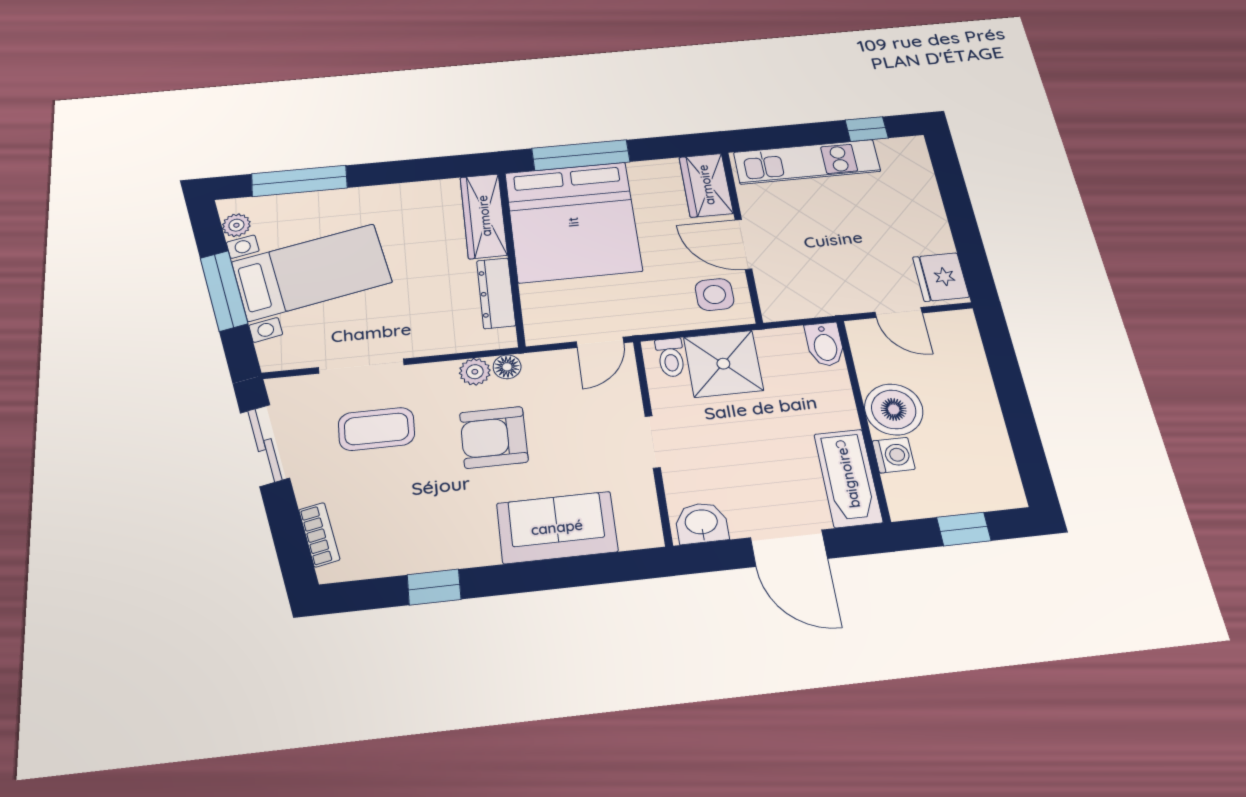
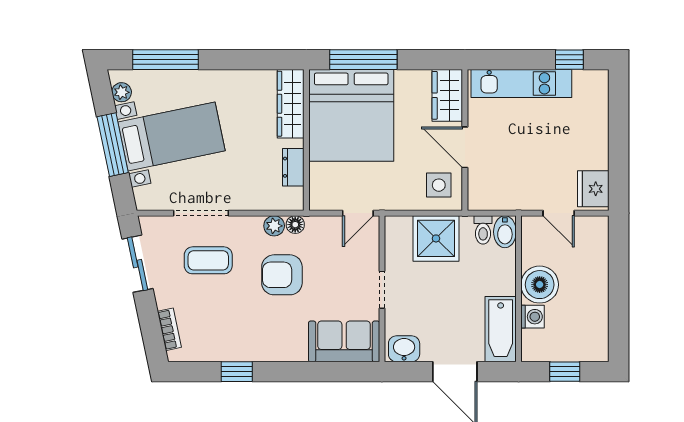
dresser: (496, 293) -> (293, 167), width x0.70
toilet: (671, 358) -> (483, 230), moved
sofa: (557, 527) -> (344, 341), moved

